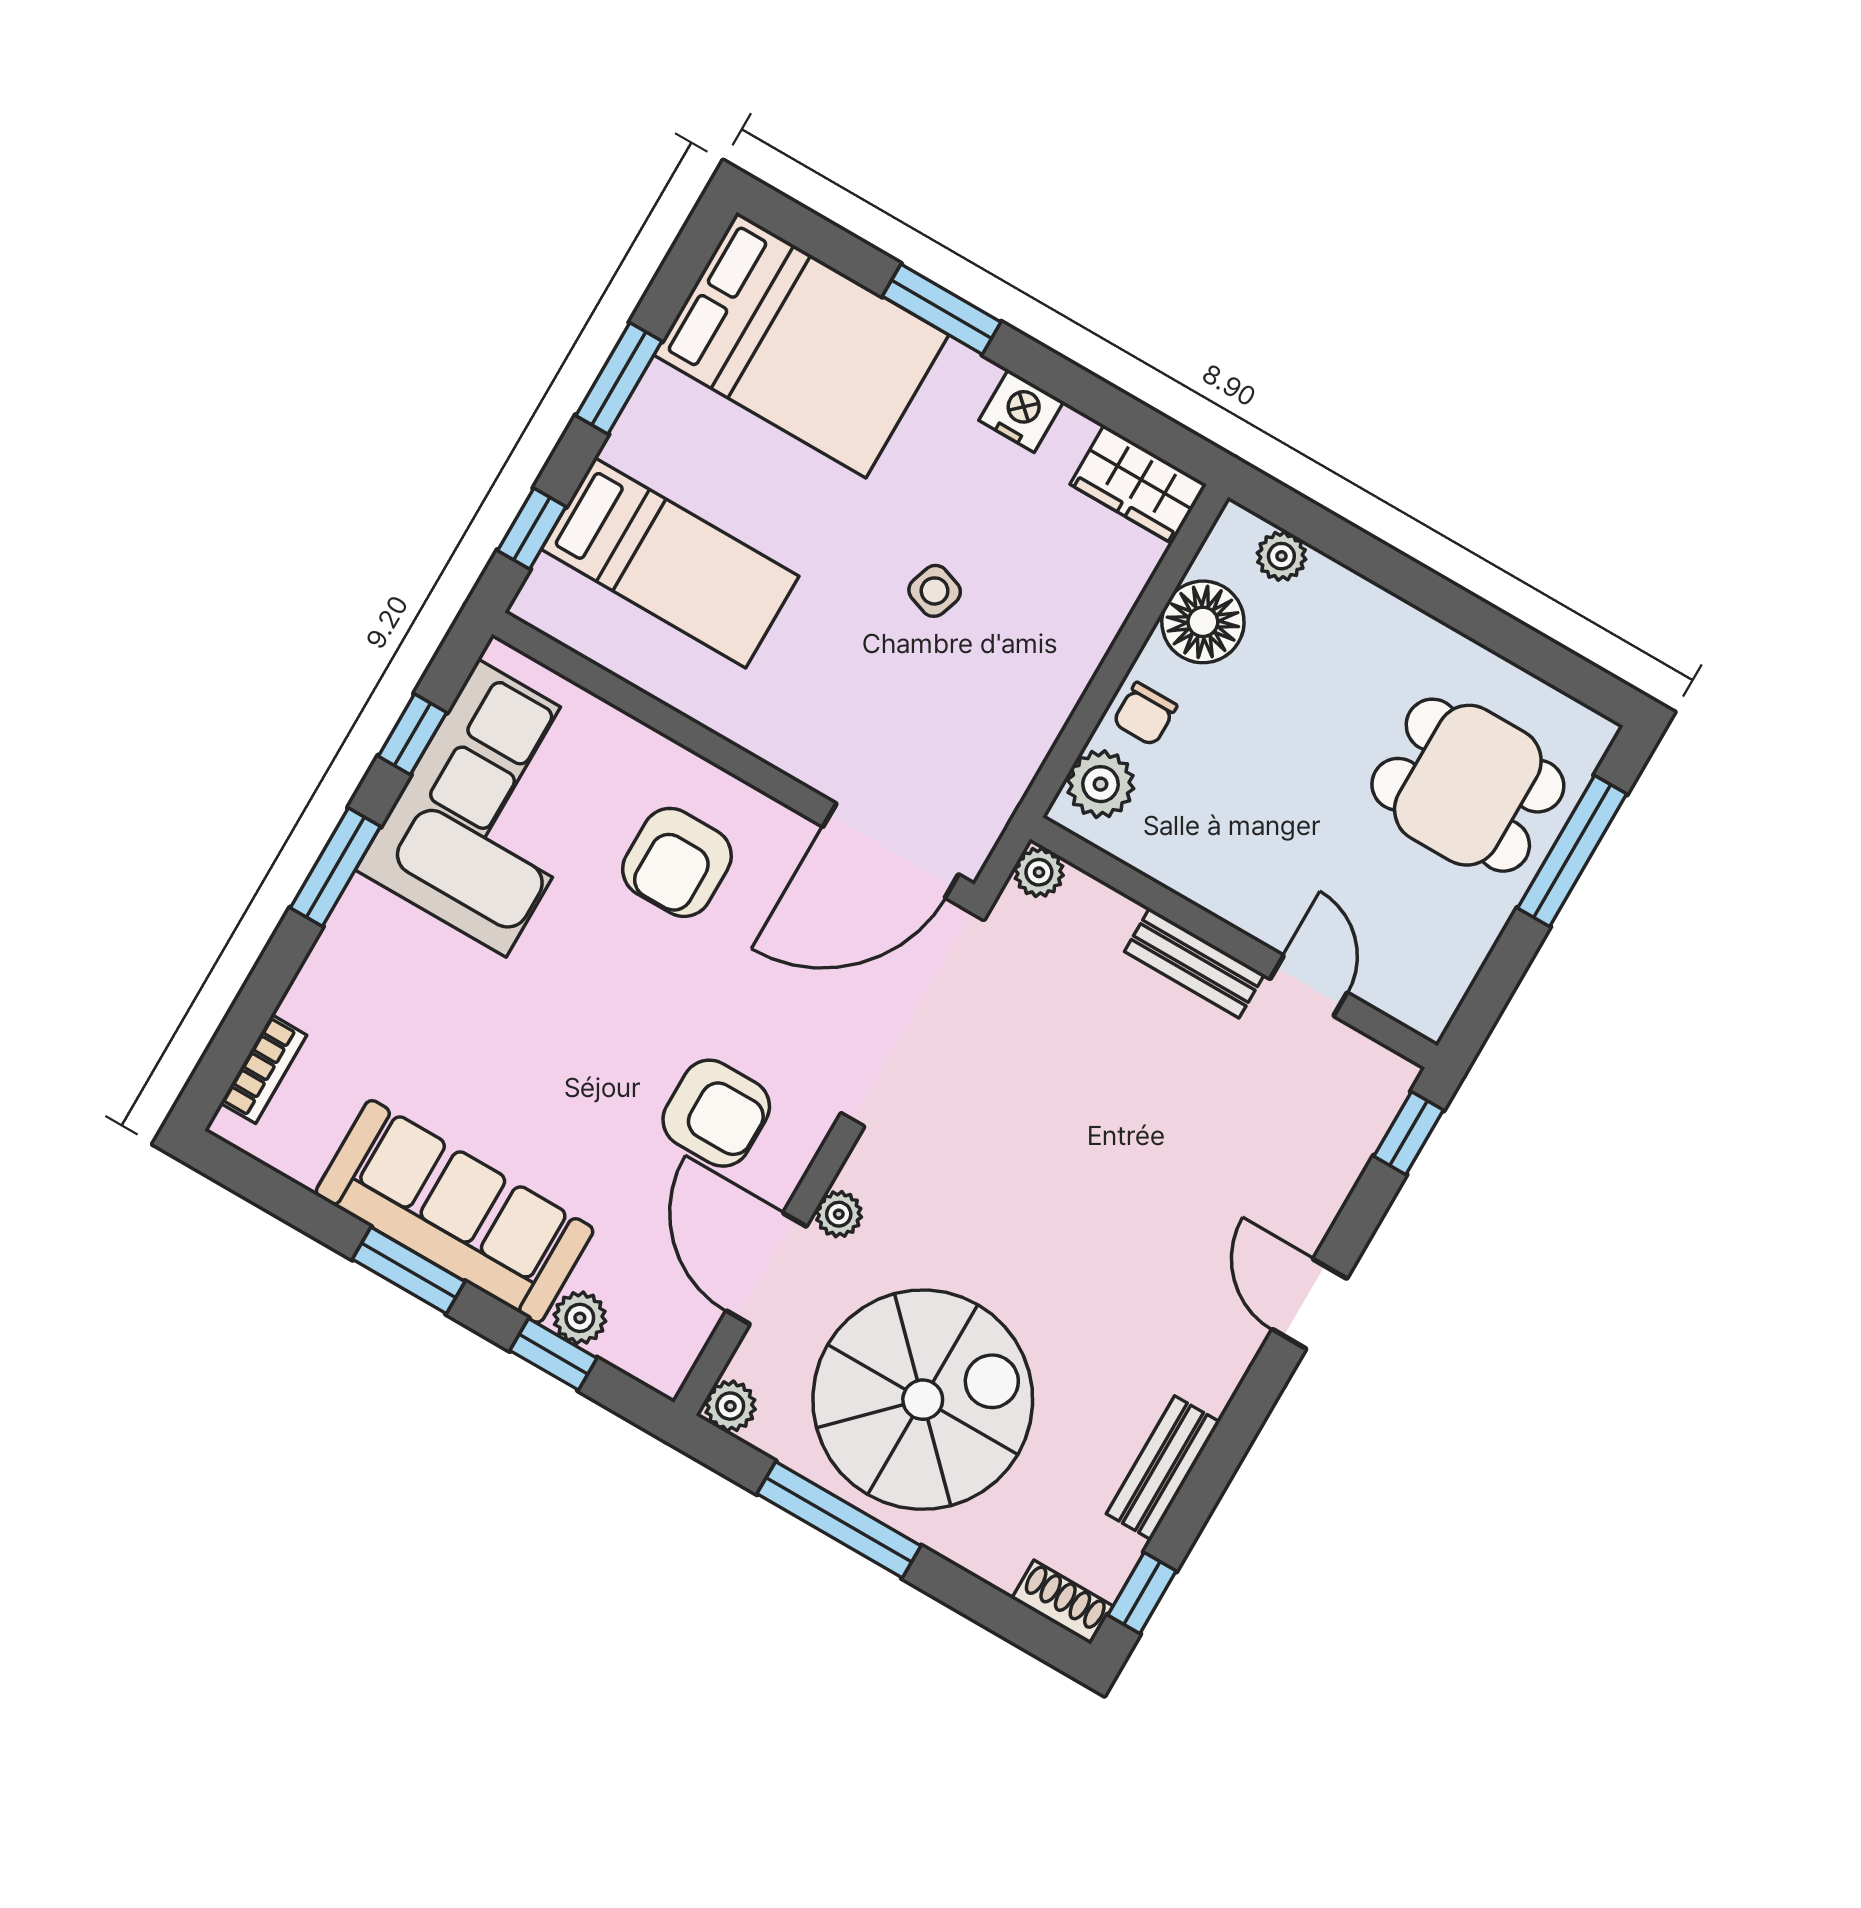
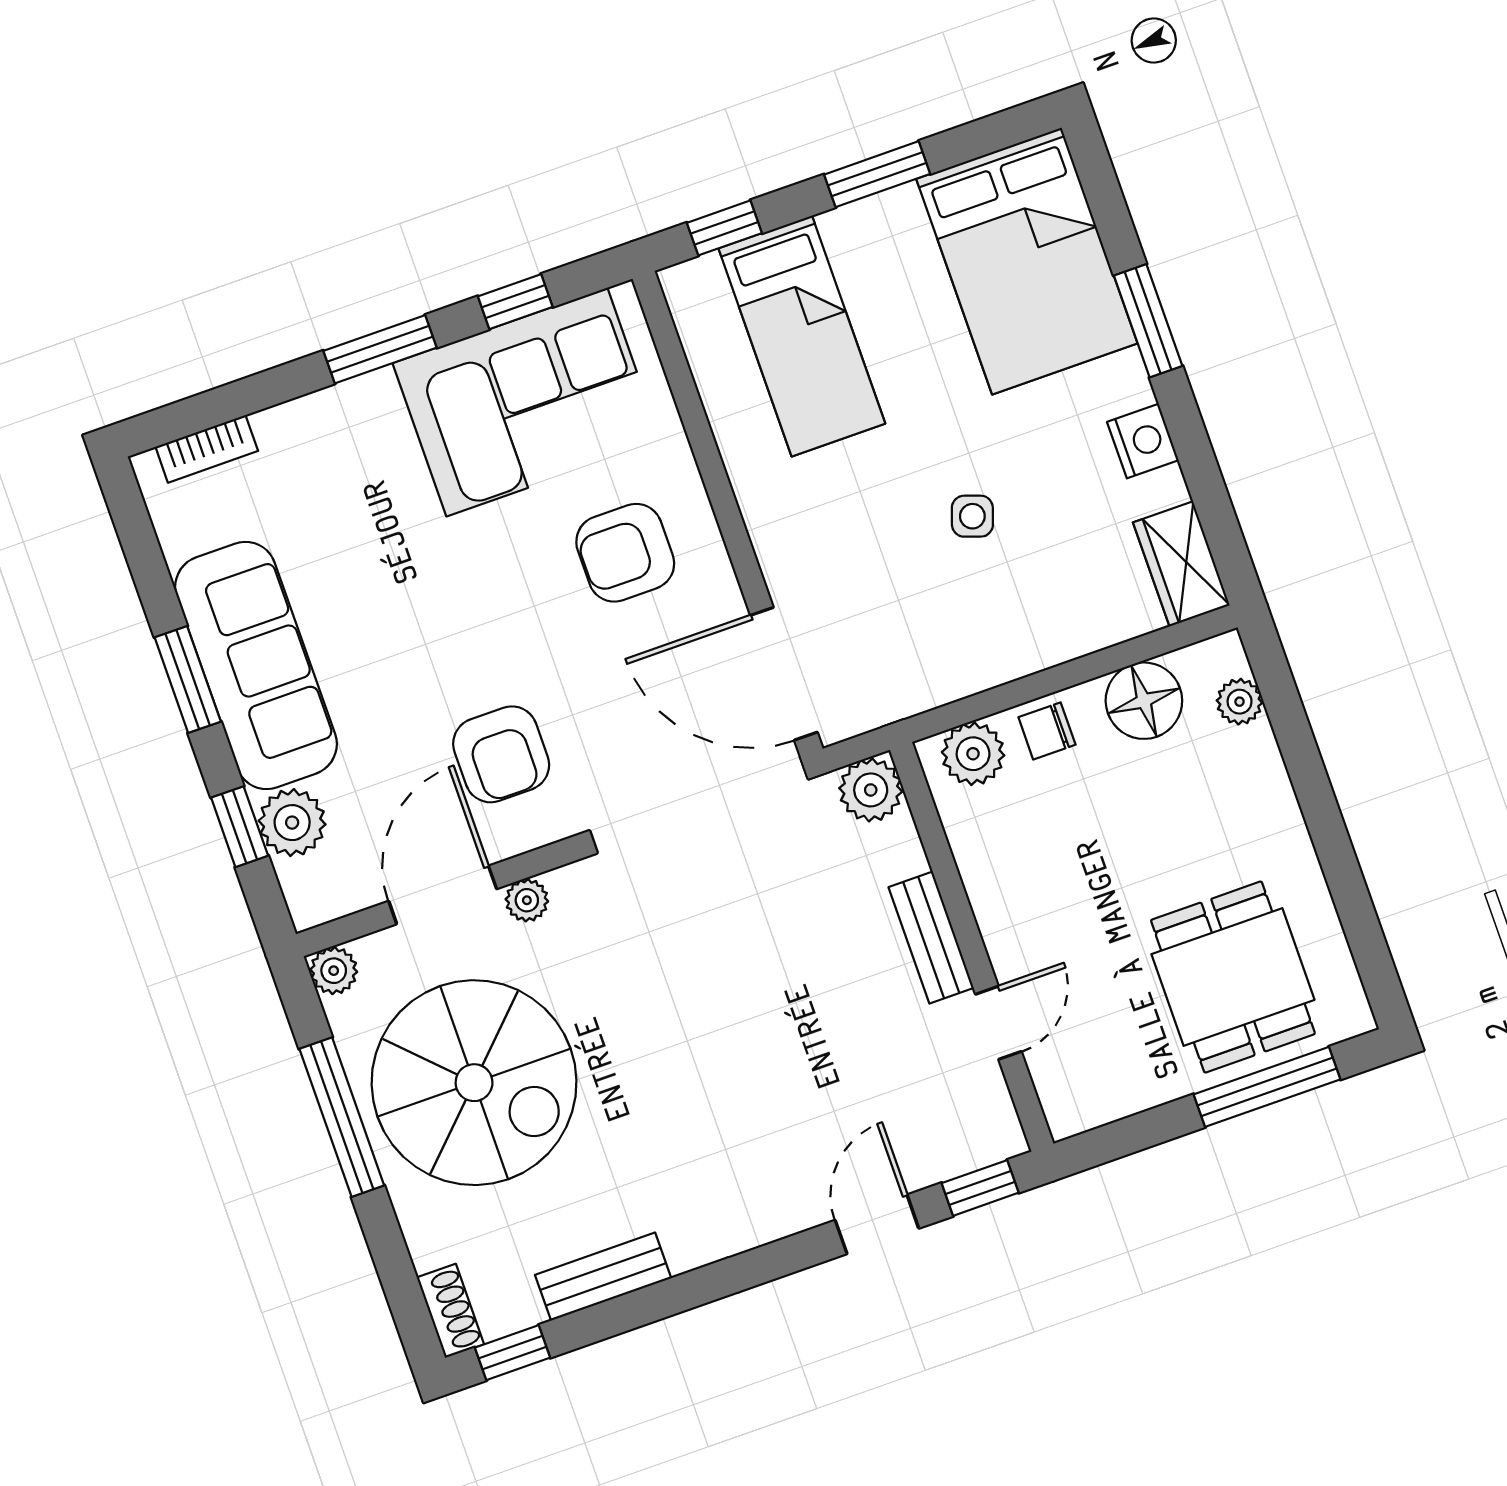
plant: (1039, 872) -> (871, 790), width x1.38, depth x1.38
door: (1310, 1304) -> (877, 1224), moved
plant: (580, 1318) -> (292, 823), width x1.38, depth x1.38

